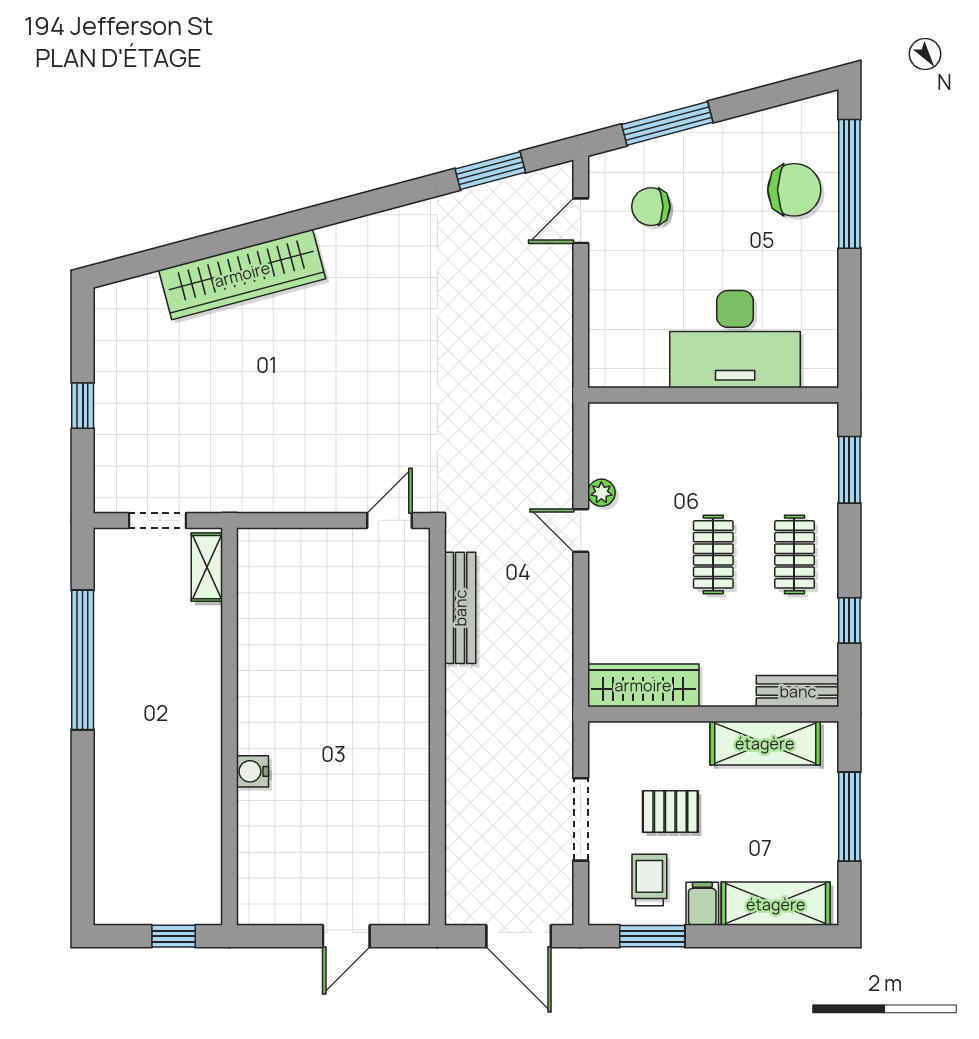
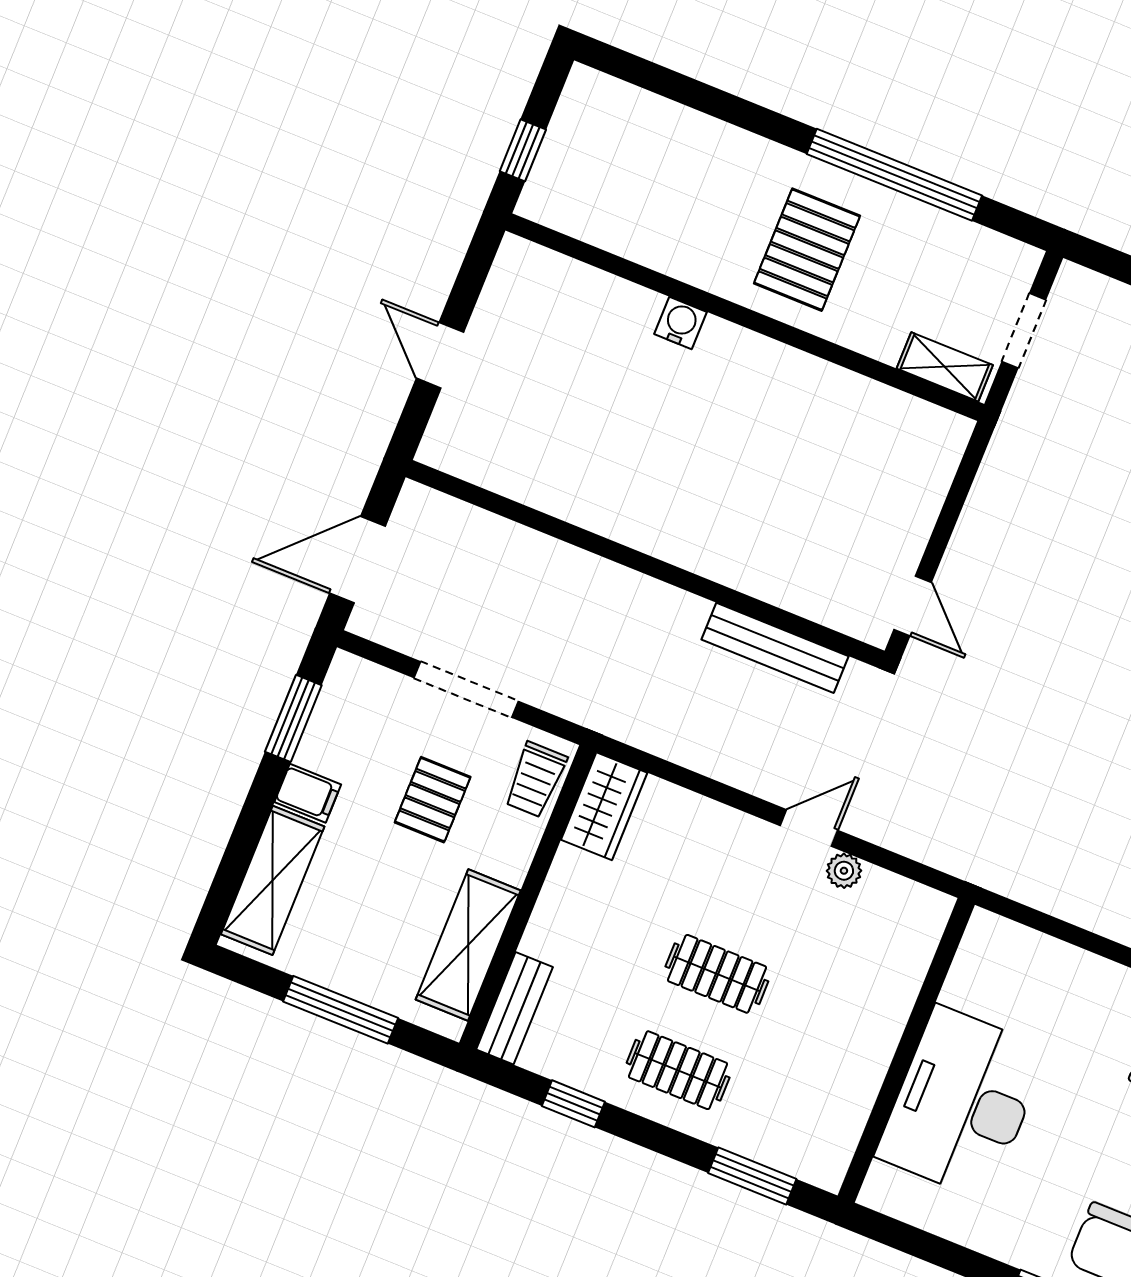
wardrobe: (643, 685) -> (604, 806), width x0.67
pallet: (162, 701) -> (807, 250), added
trolley: (649, 880) -> (535, 780), moved, turned 90

